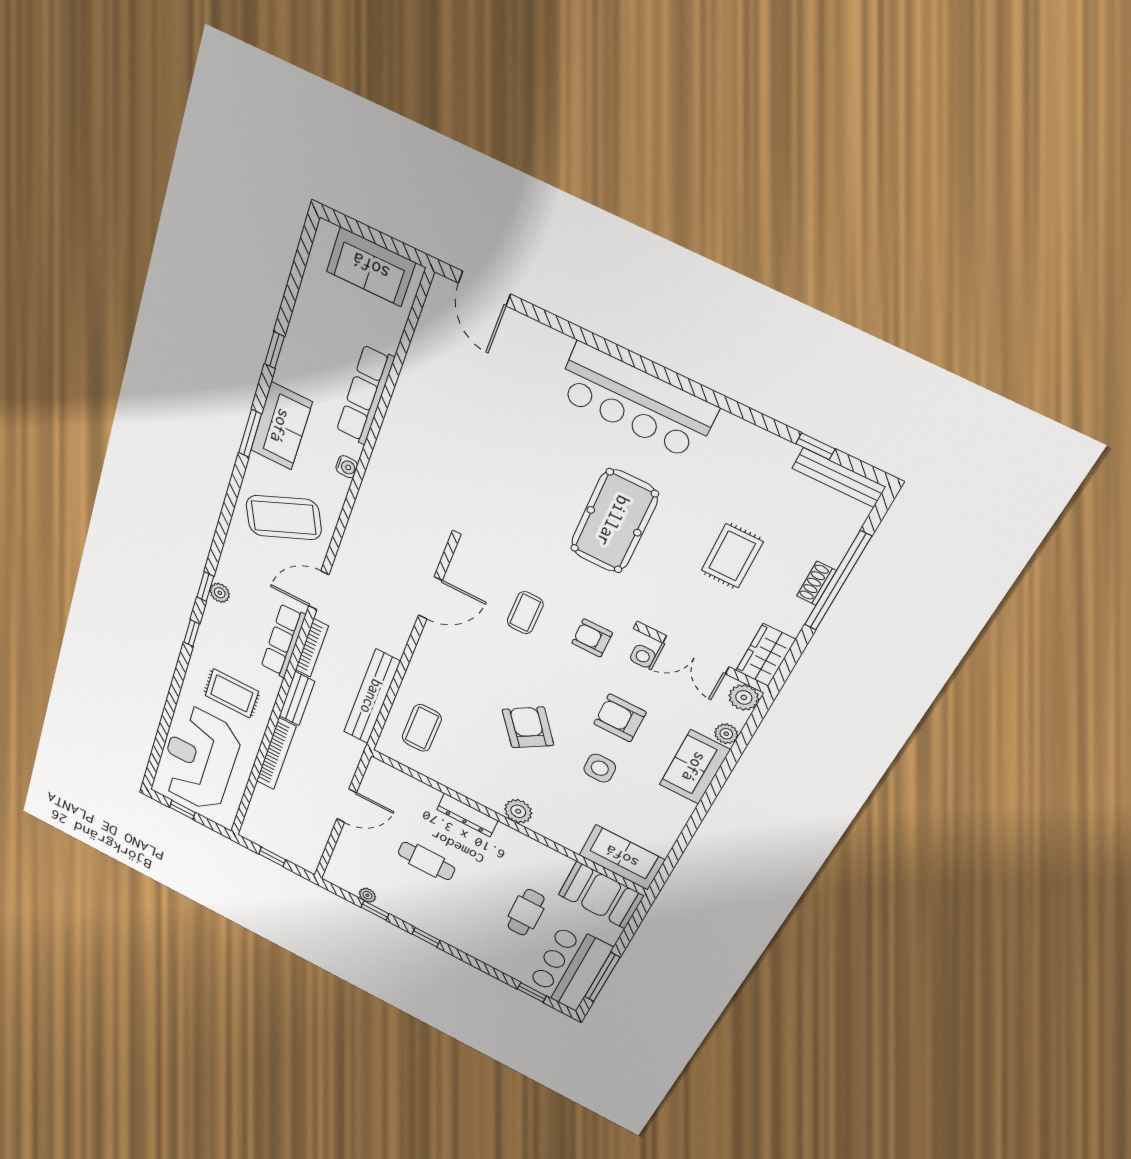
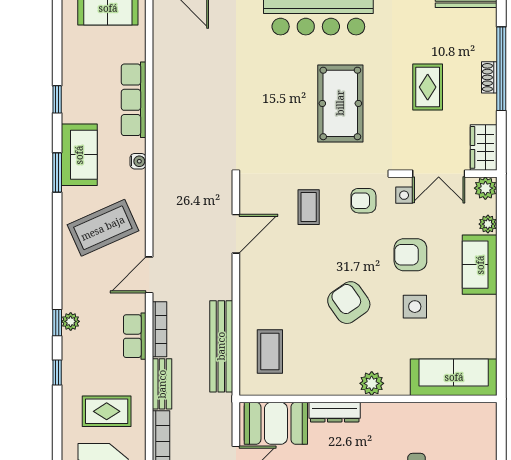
row of seats: (283, 641) -> (135, 336), width x0.68
sofa: (622, 857) -> (454, 377), width x1.36
booth: (601, 895) -> (276, 423), moved

